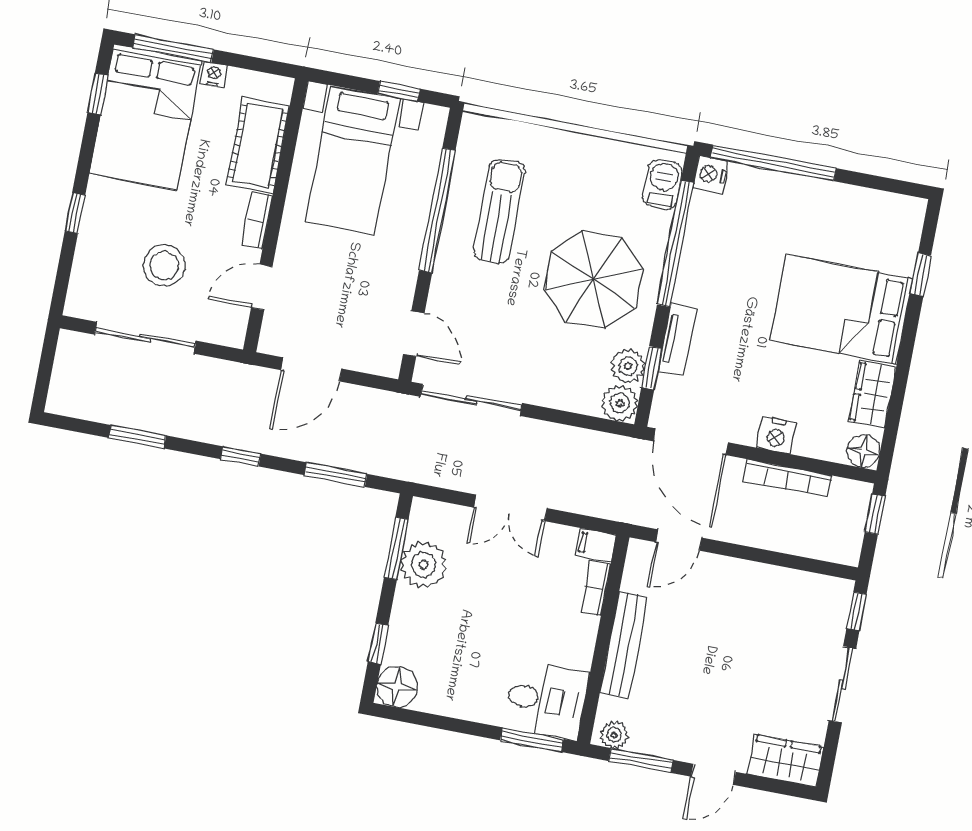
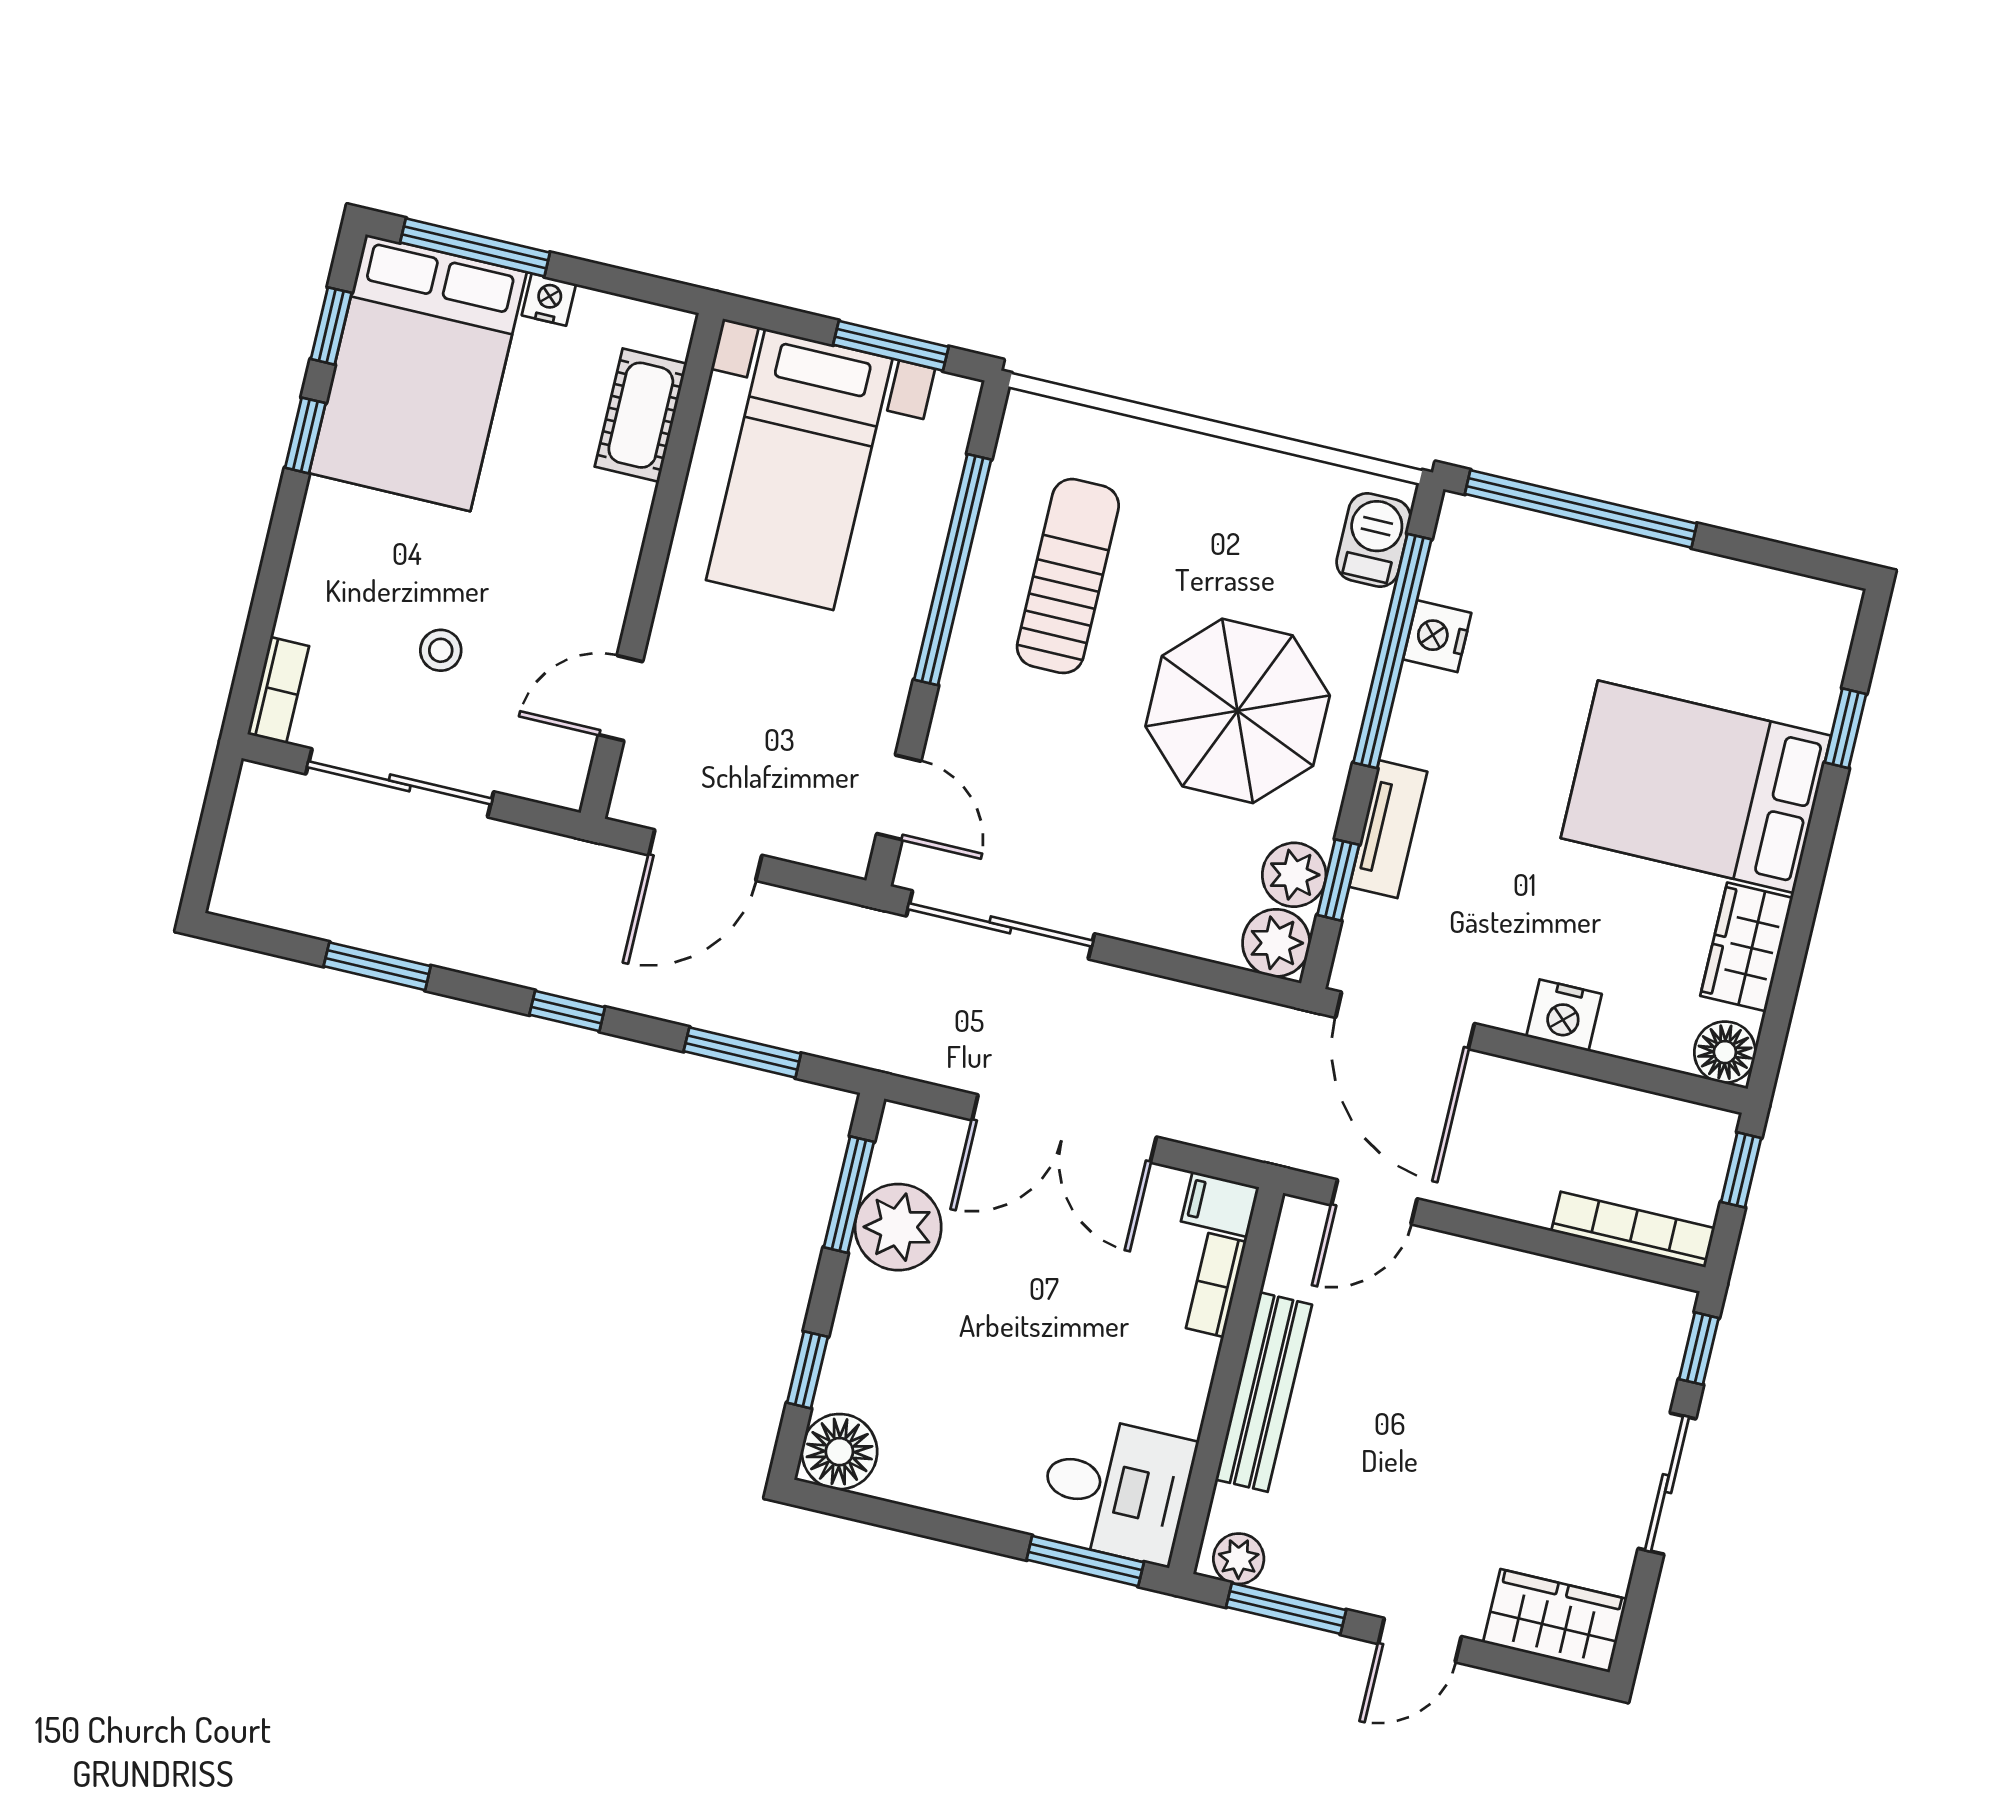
window: (399, 91) -> (891, 346), width x1.50
cot: (258, 145) -> (641, 415), width x0.73, depth x0.75
nightstand: (711, 174) -> (1437, 636), moved
window: (75, 213) -> (305, 435), moved
bookcase: (257, 221) -> (278, 690), moved, turned 180
stool: (164, 266) -> (441, 650), width x0.53, depth x0.53
bookcase: (787, 478) -> (1633, 1230), moved, turned 180
double door: (510, 508) -> (1064, 1129), width x1.37

